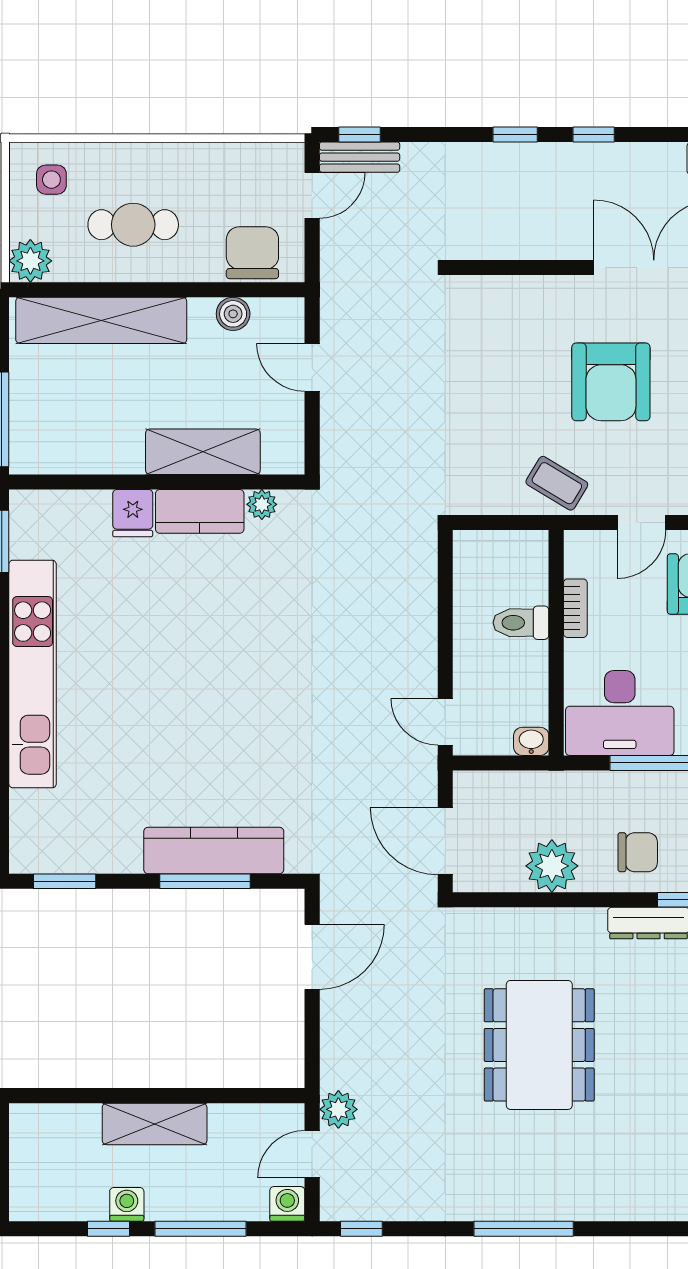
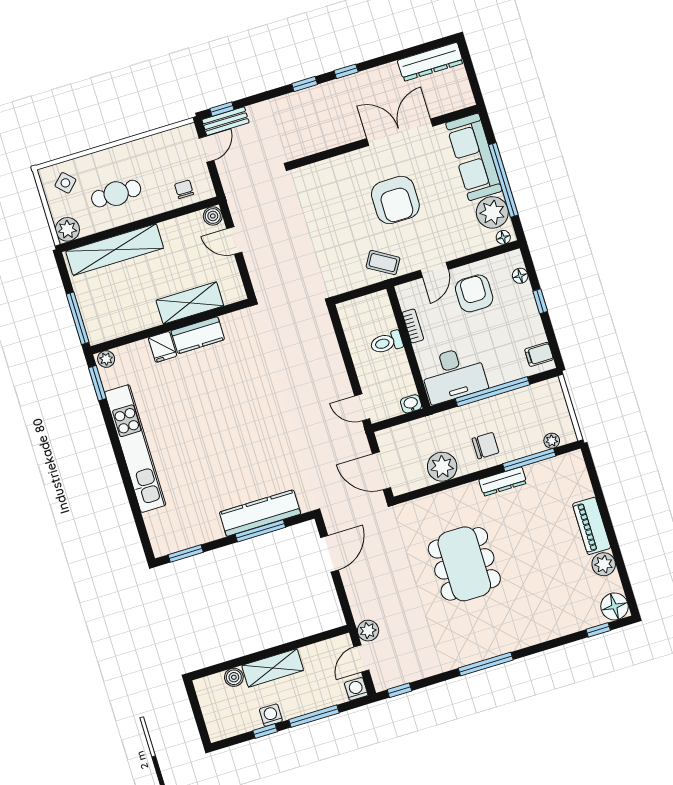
side table: (51, 180) -> (65, 183), turned 45
chair: (252, 253) -> (184, 189), width x0.54, depth x0.54
boiler: (233, 314) -> (213, 216), moved
plant: (262, 504) -> (106, 359), moved
boiler: (83, 1120) -> (234, 677), added

